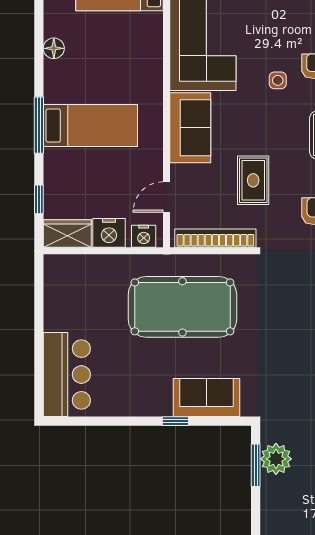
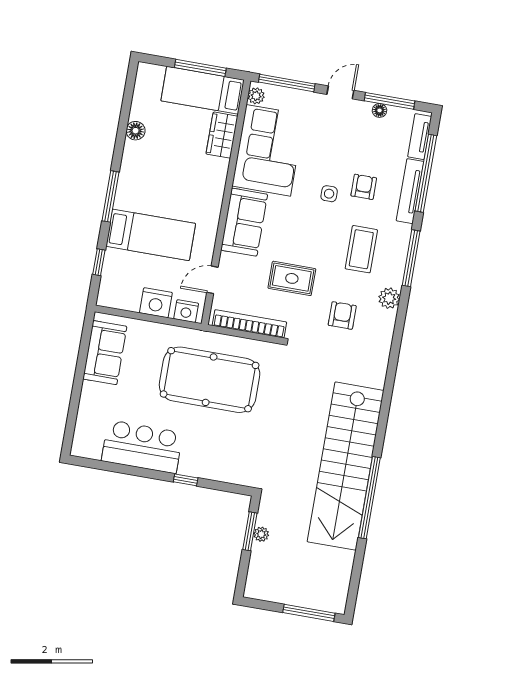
bed: (90, 126) -> (151, 235), moved
rug: (253, 180) -> (292, 278), turned 90
wardrobe: (67, 233) -> (222, 135), moved, turned -90
bar counter: (67, 374) -> (142, 447), moved, turned -90
sofa: (206, 398) -> (105, 353), moved, turned 90
plant: (276, 459) -> (261, 534), width x0.53, depth x0.53

